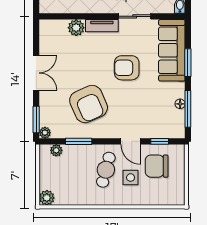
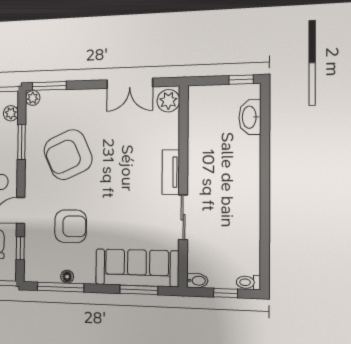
plant: (76, 28) -> (168, 101), moved
window: (188, 63) -> (139, 290), moved
armchair: (127, 68) -> (71, 226), moved, turned 90
double door: (36, 73) -> (130, 83), moved

